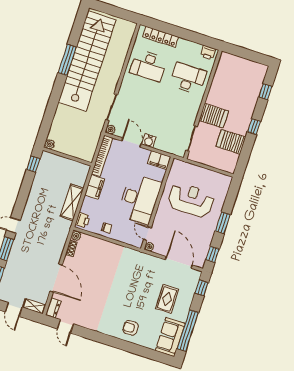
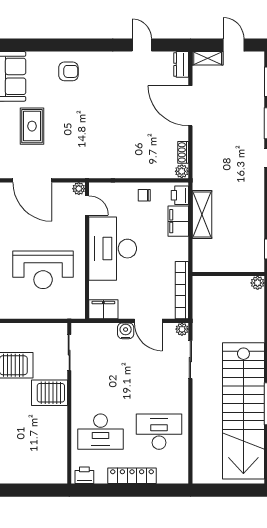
locker: (161, 37) -> (132, 476), moved
filing cabinet: (95, 187) -> (178, 221), moved
door: (65, 326) -> (142, 45), moved

